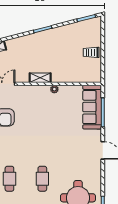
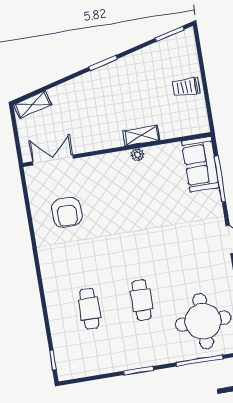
shelving: (40, 78) -> (141, 136), moved
sofa: (92, 107) -> (200, 164), width x0.73

